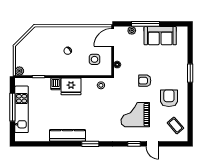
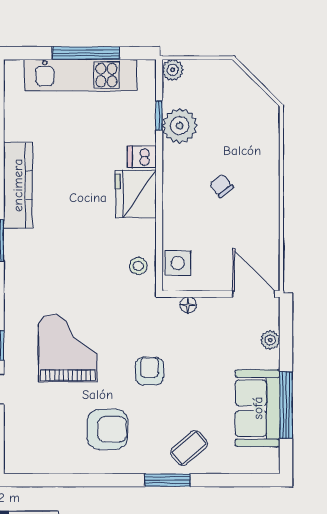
window: (146, 24) -> (286, 405), moved
side table: (95, 59) -> (178, 263), moved
plant: (43, 68) -> (180, 126), added
coffee table: (175, 125) -> (189, 448), moved

